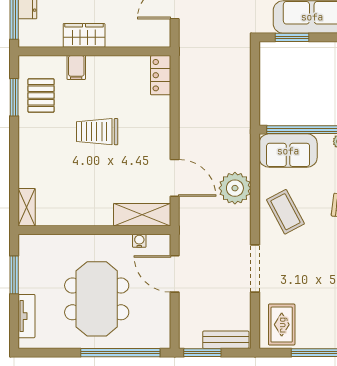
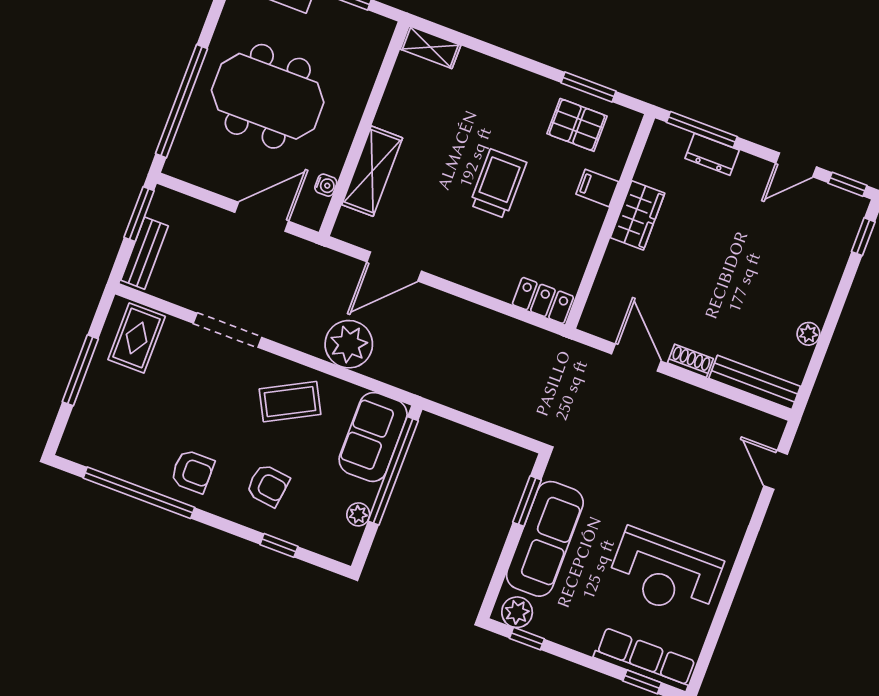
shelving: (142, 215) -> (372, 171), moved
rug: (282, 325) -> (137, 338), turned 90

